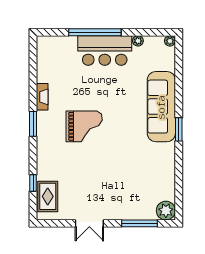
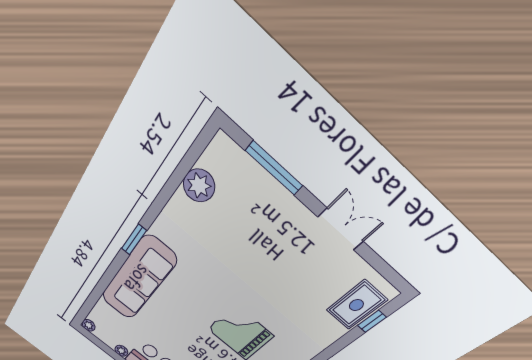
window: (33, 183) -> (372, 321), moved
plant: (166, 211) -> (199, 186), moved

